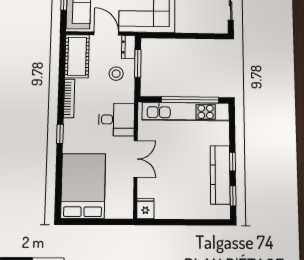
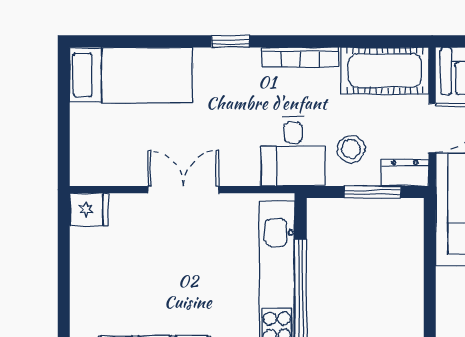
desk: (117, 120) -> (293, 151), moved
double door: (136, 159) -> (183, 190), swing flipped
bed: (83, 186) -> (131, 75), width x0.67

